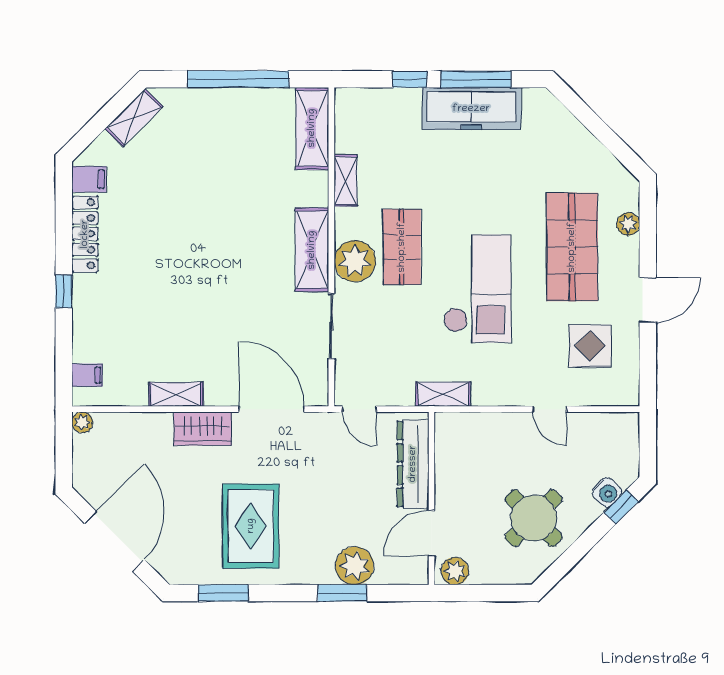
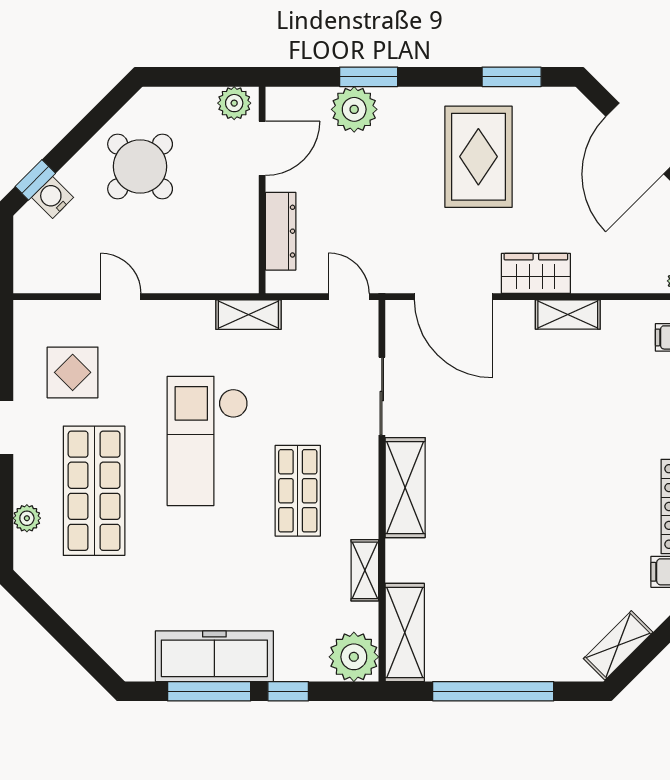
plant: (355, 261) -> (354, 657), moved
dresser: (413, 464) -> (281, 231), width x0.73, depth x0.80

